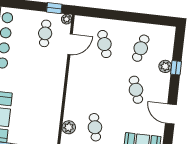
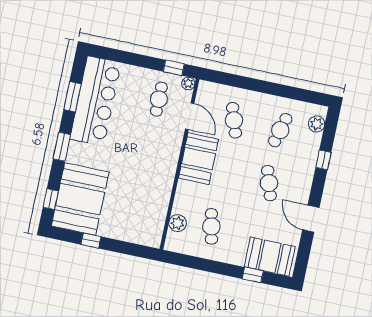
door: (70, 44) -> (190, 116), hinge flipped
plant: (165, 66) -> (317, 124), moved
booth: (80, 76) -> (199, 159), added

